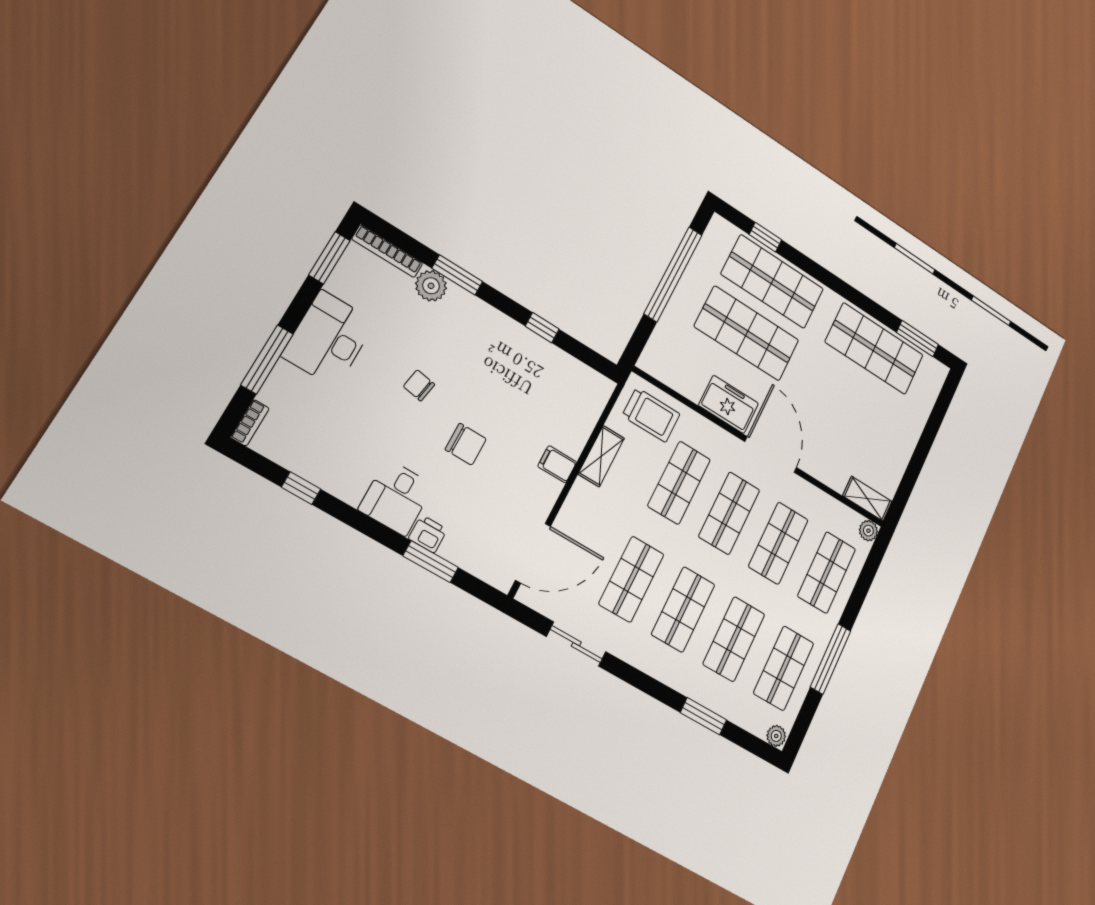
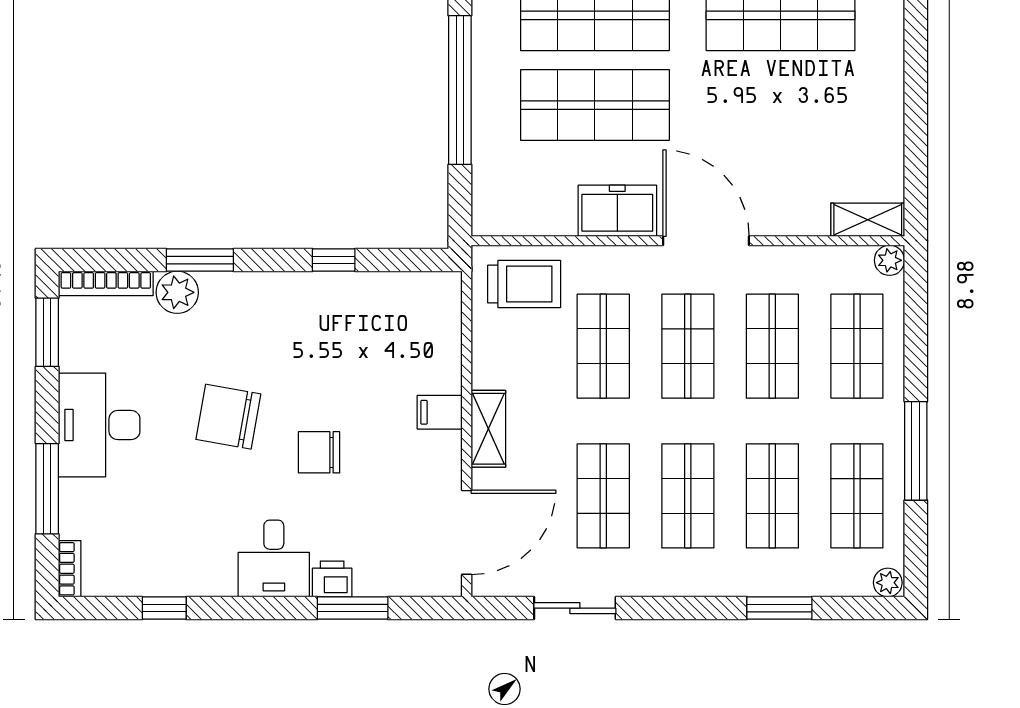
chair: (419, 385) -> (228, 417), width x1.87, depth x1.87
chair: (466, 444) -> (319, 452), turned 180
shelving: (601, 456) -> (488, 429), moved

